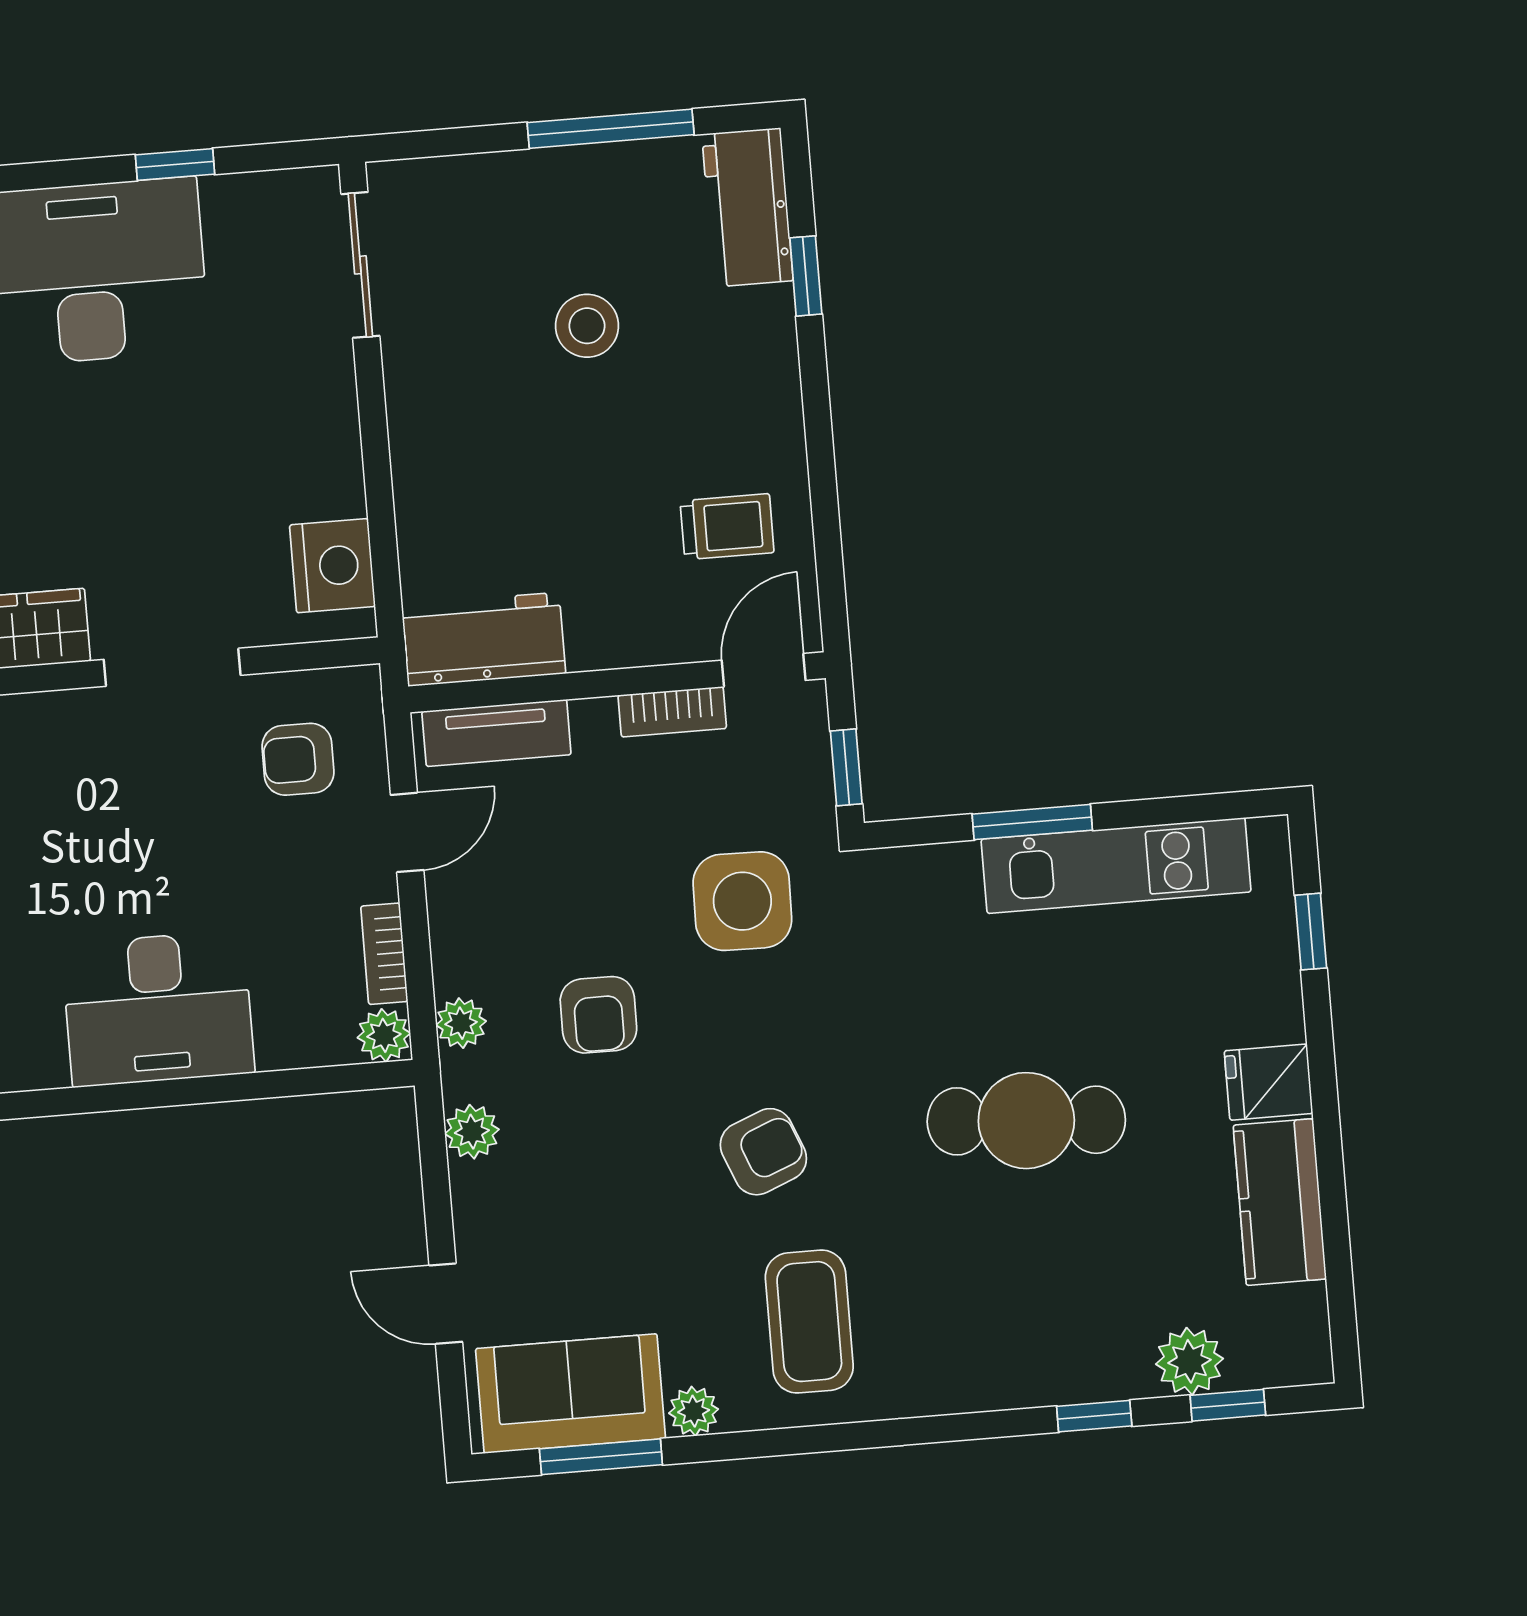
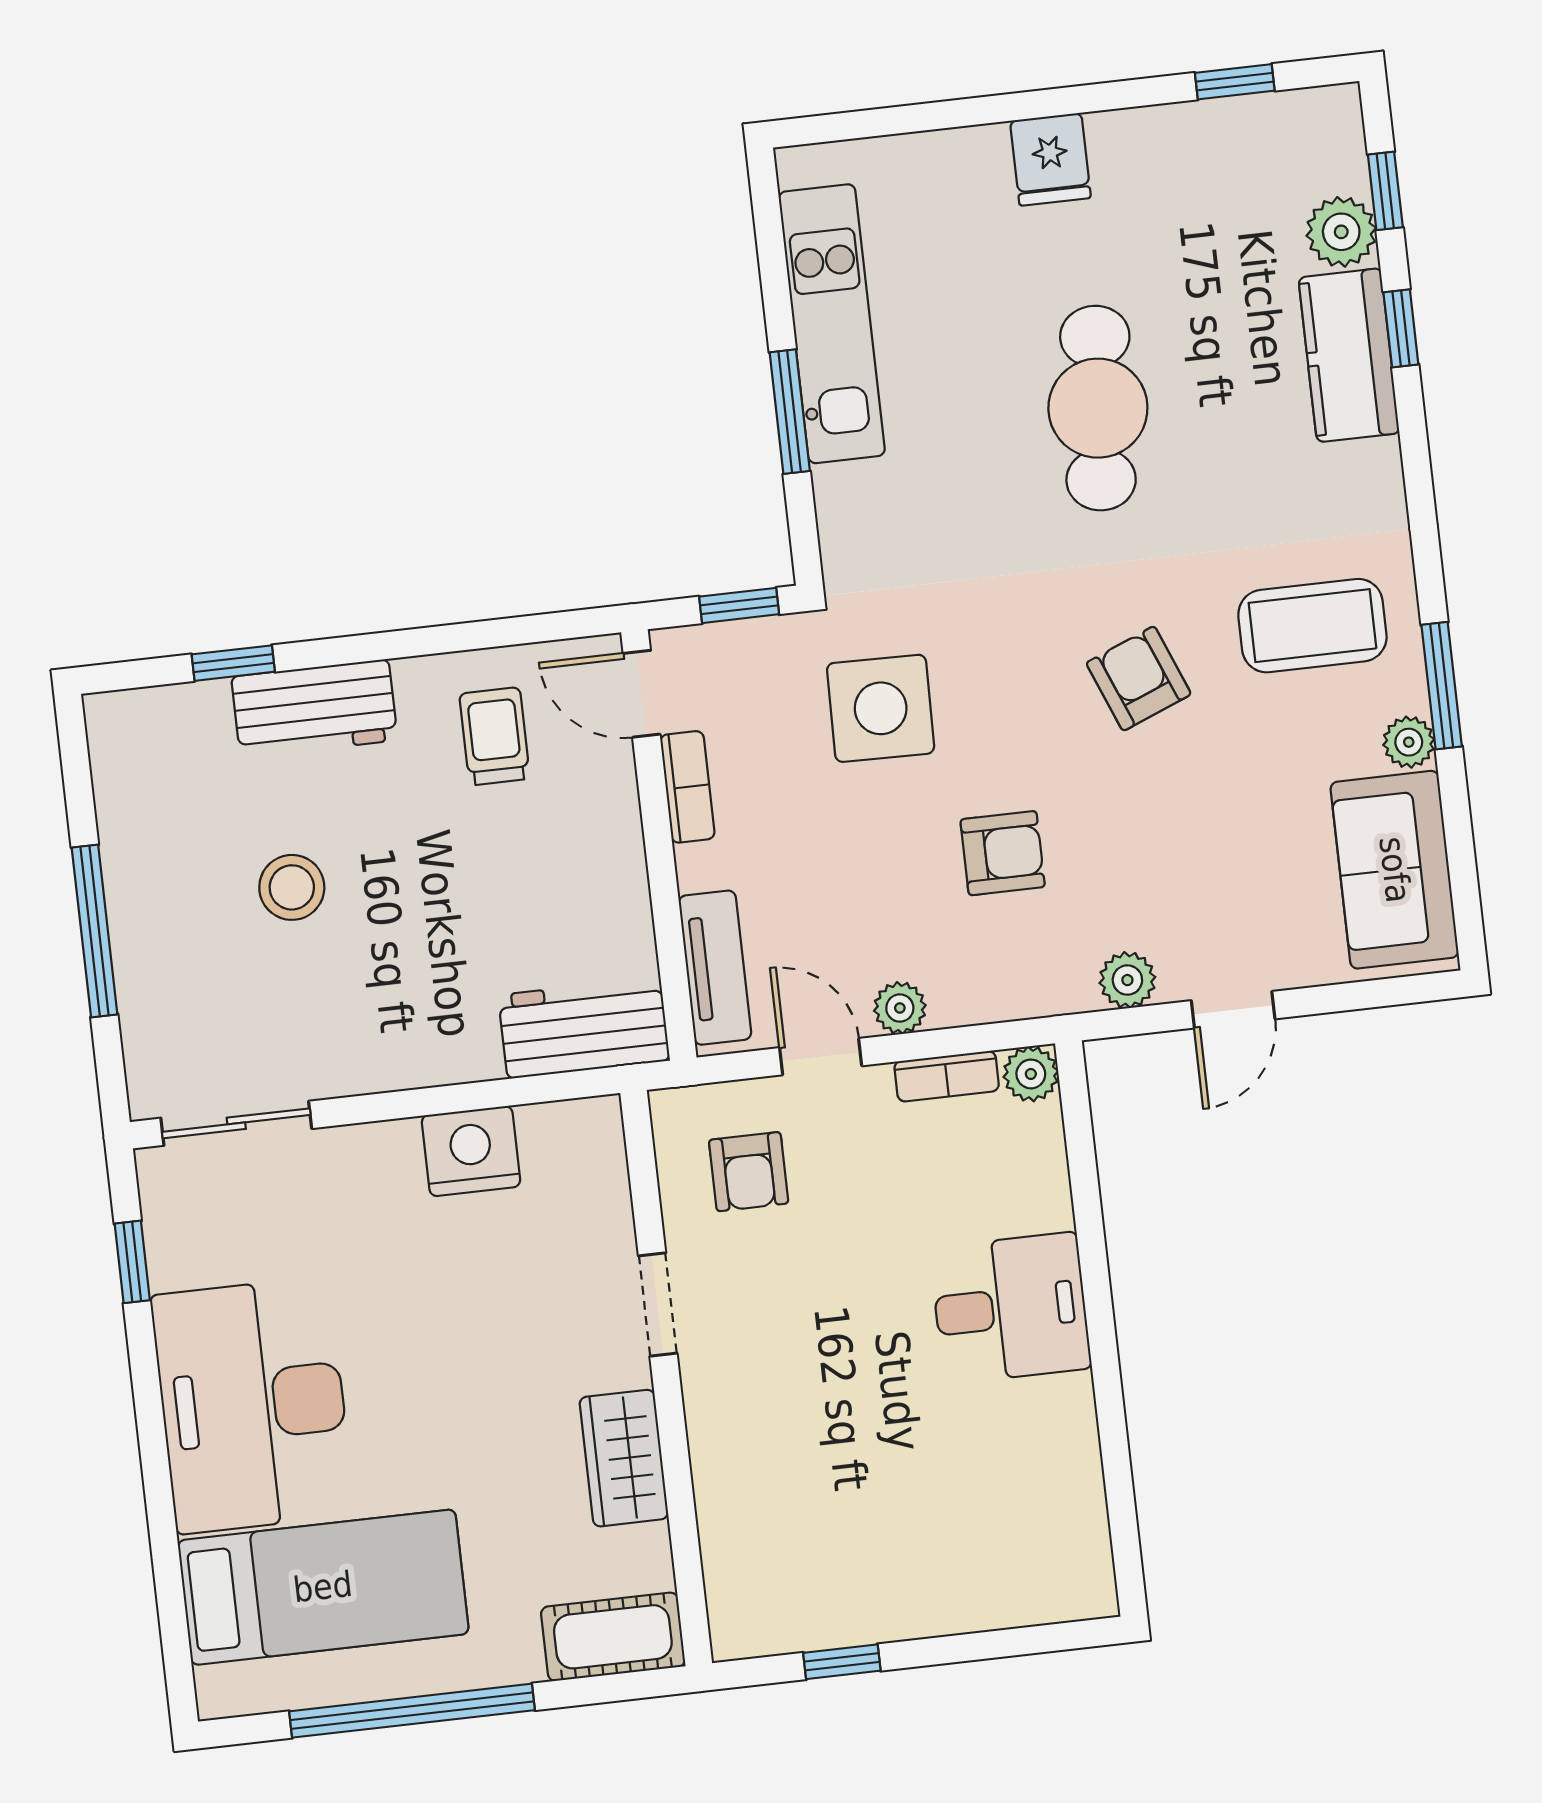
window: (611, 129) -> (95, 931), moved
window: (175, 165) -> (132, 1262), moved
workbench: (747, 207) -> (314, 708), moved
nightstand: (332, 566) -> (471, 1151), moved
workbench: (484, 639) -> (584, 1028), moved, turned 90
doorway: (172, 667) -> (658, 1305), width x0.73
window: (1311, 932) -> (1235, 82), moved
desk: (158, 1009) -> (1011, 1308), width x0.73
plant: (461, 1023) -> (900, 1008), moved
kitchen counter: (1280, 1202) -> (1349, 355), moved, turned 90
door: (446, 1304) -> (1233, 1010), moved
window: (601, 1457) -> (1442, 686), moved

